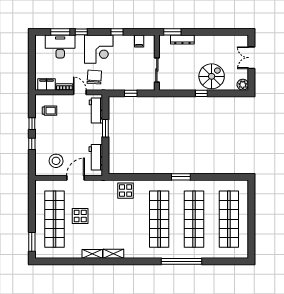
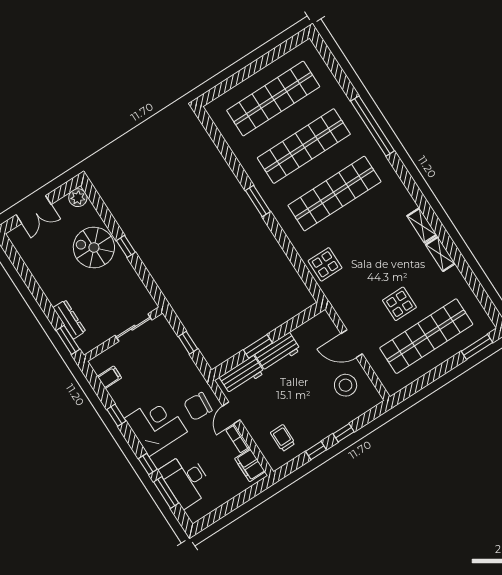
workbench: (96, 157) -> (278, 352), moved

